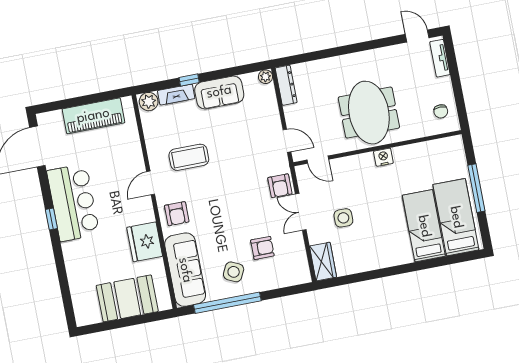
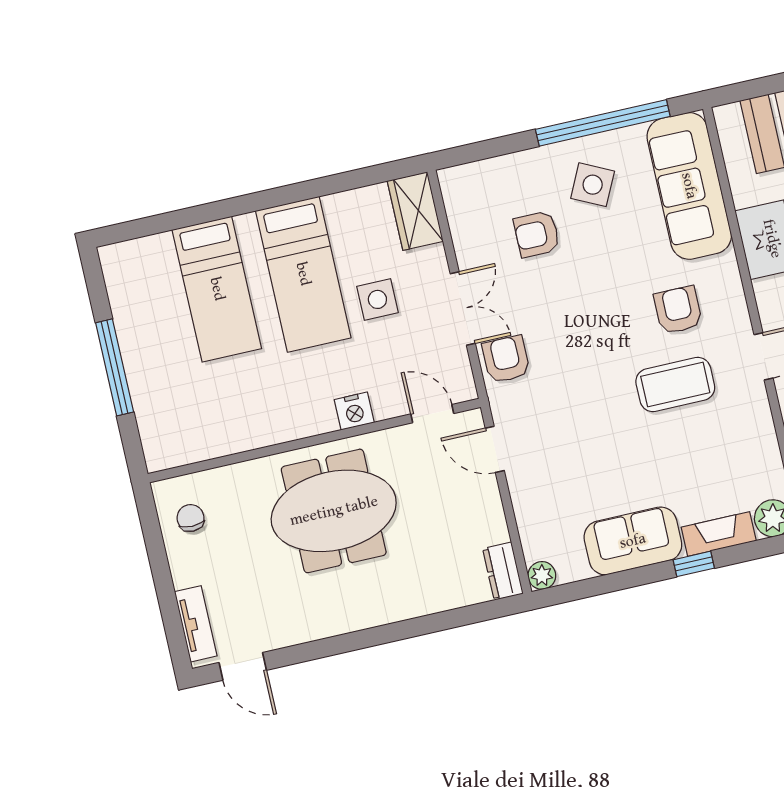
dresser: (286, 85) -> (503, 571), width x0.70
meeting table: (369, 113) -> (334, 511), turned 90
coffee table: (189, 157) -> (675, 384), moved
nightstand: (383, 157) -> (354, 411), moved
armchair: (177, 214) -> (678, 310), moved
bed: (456, 217) -> (303, 274), moved

